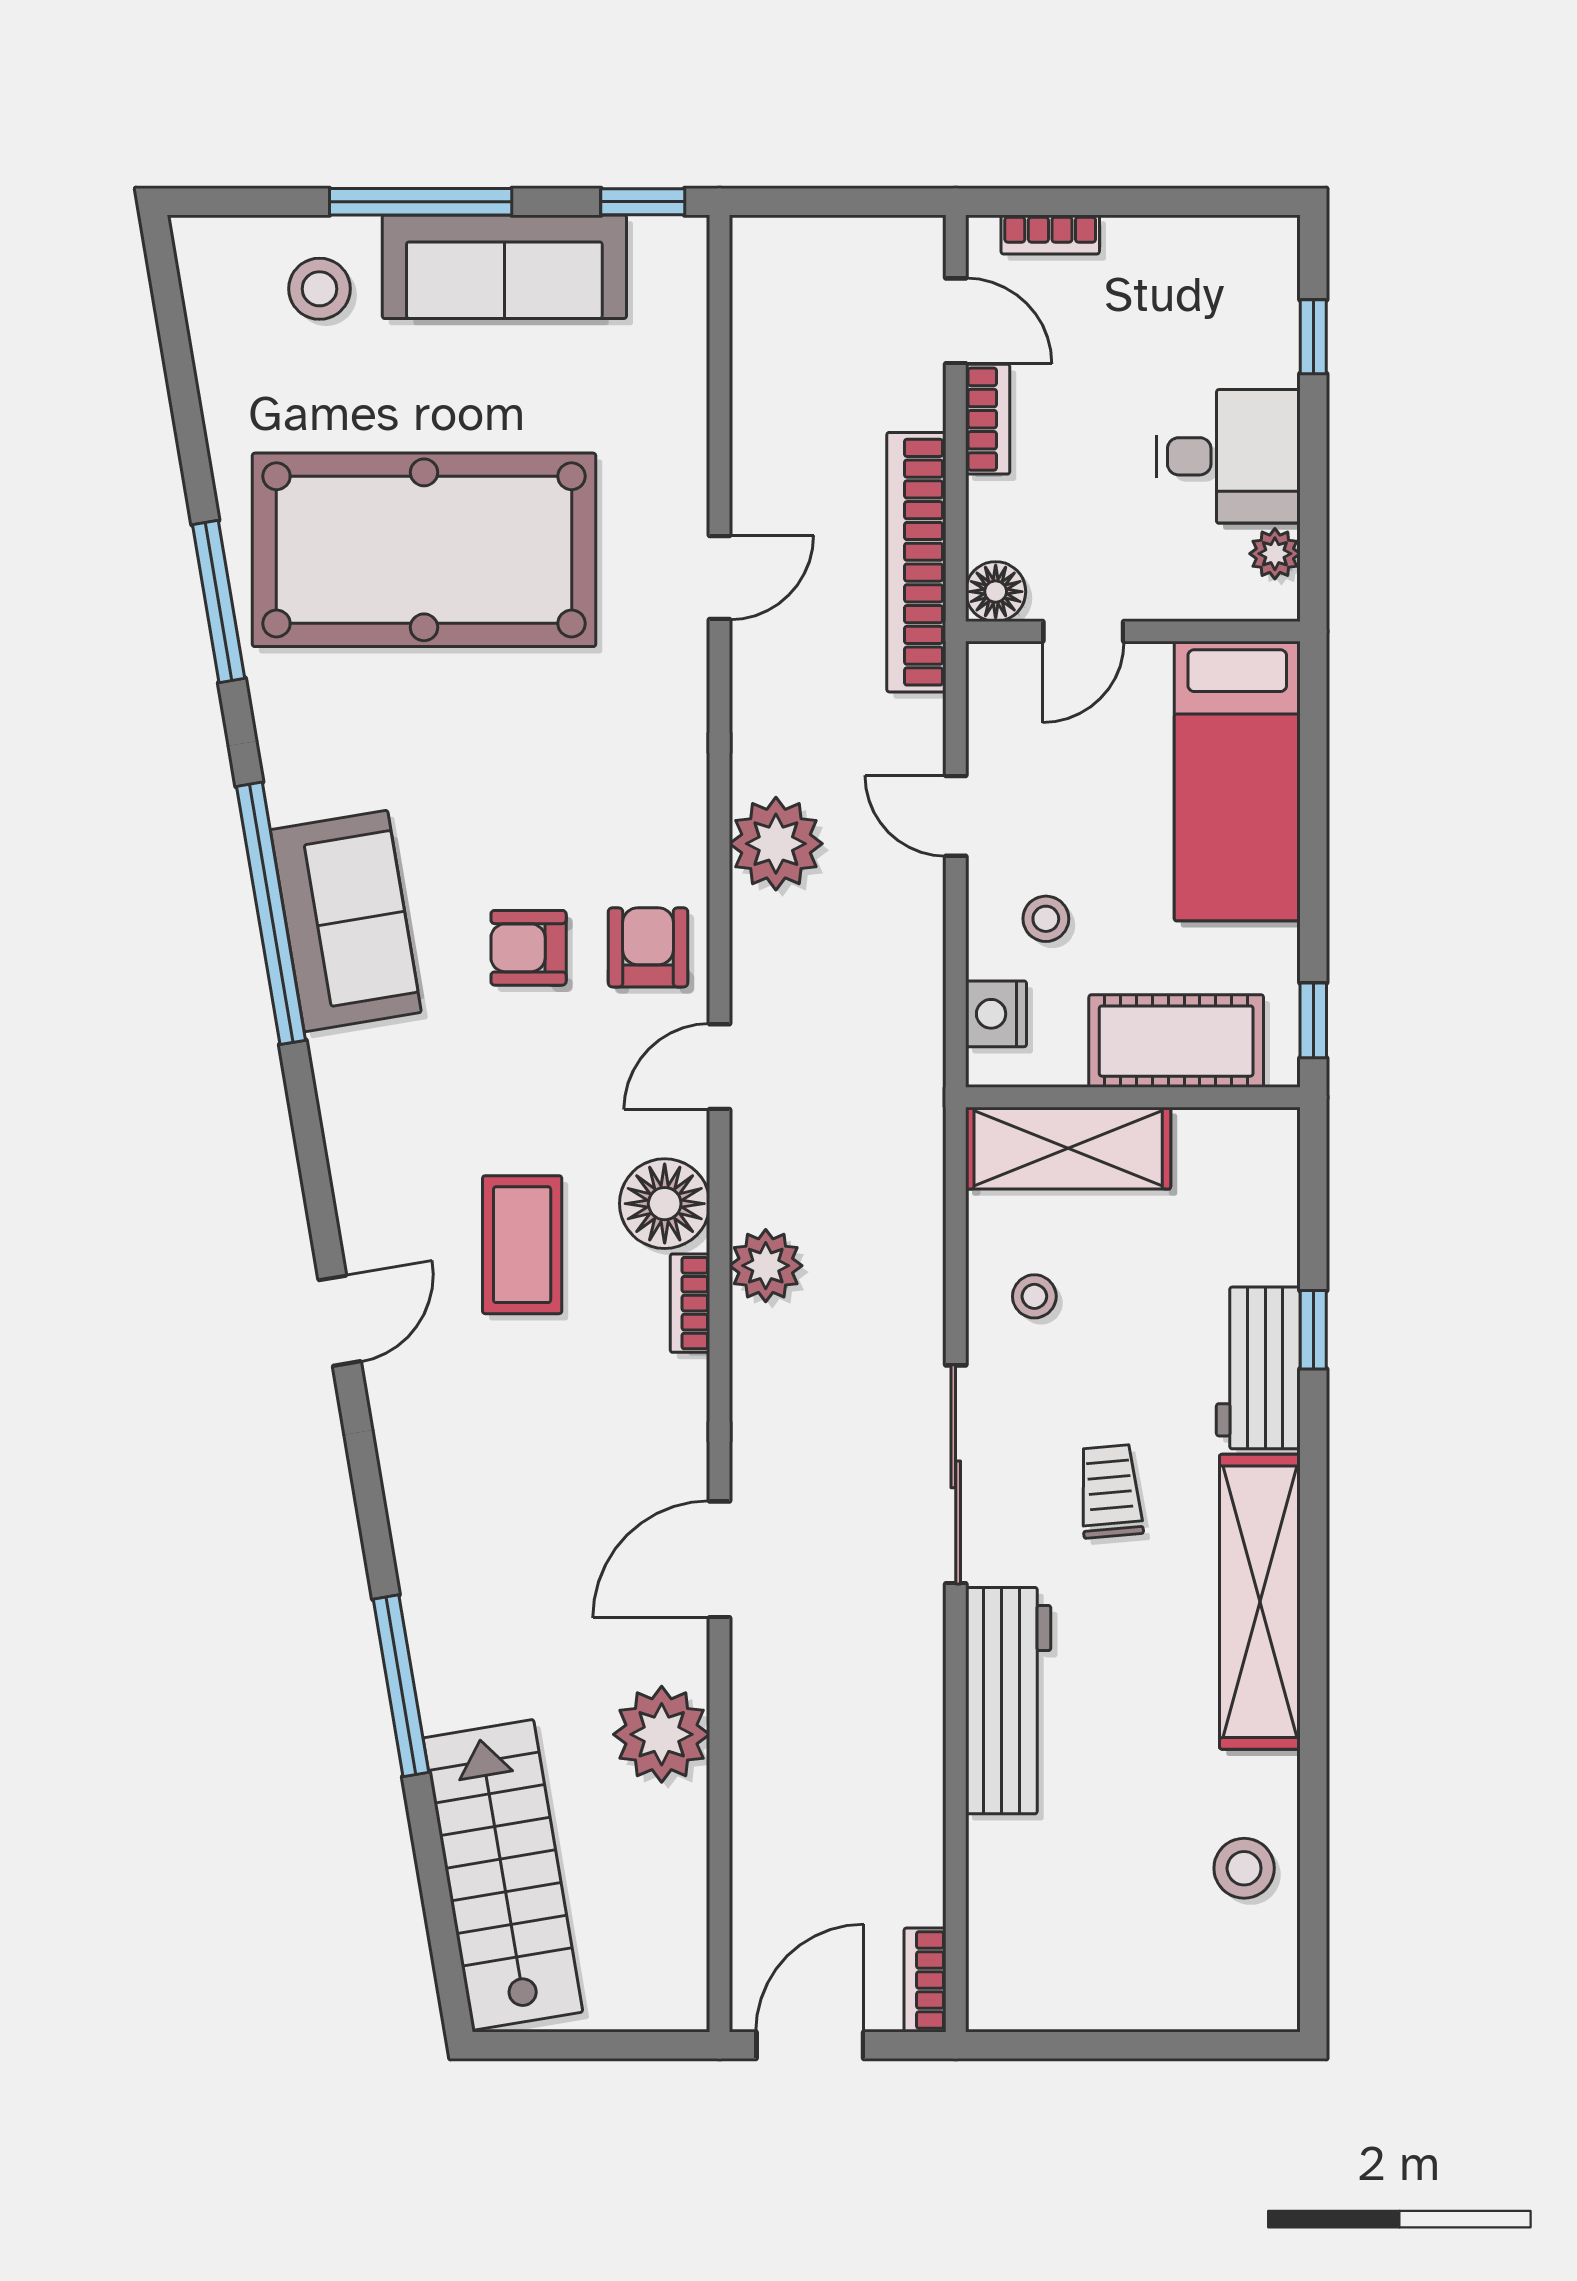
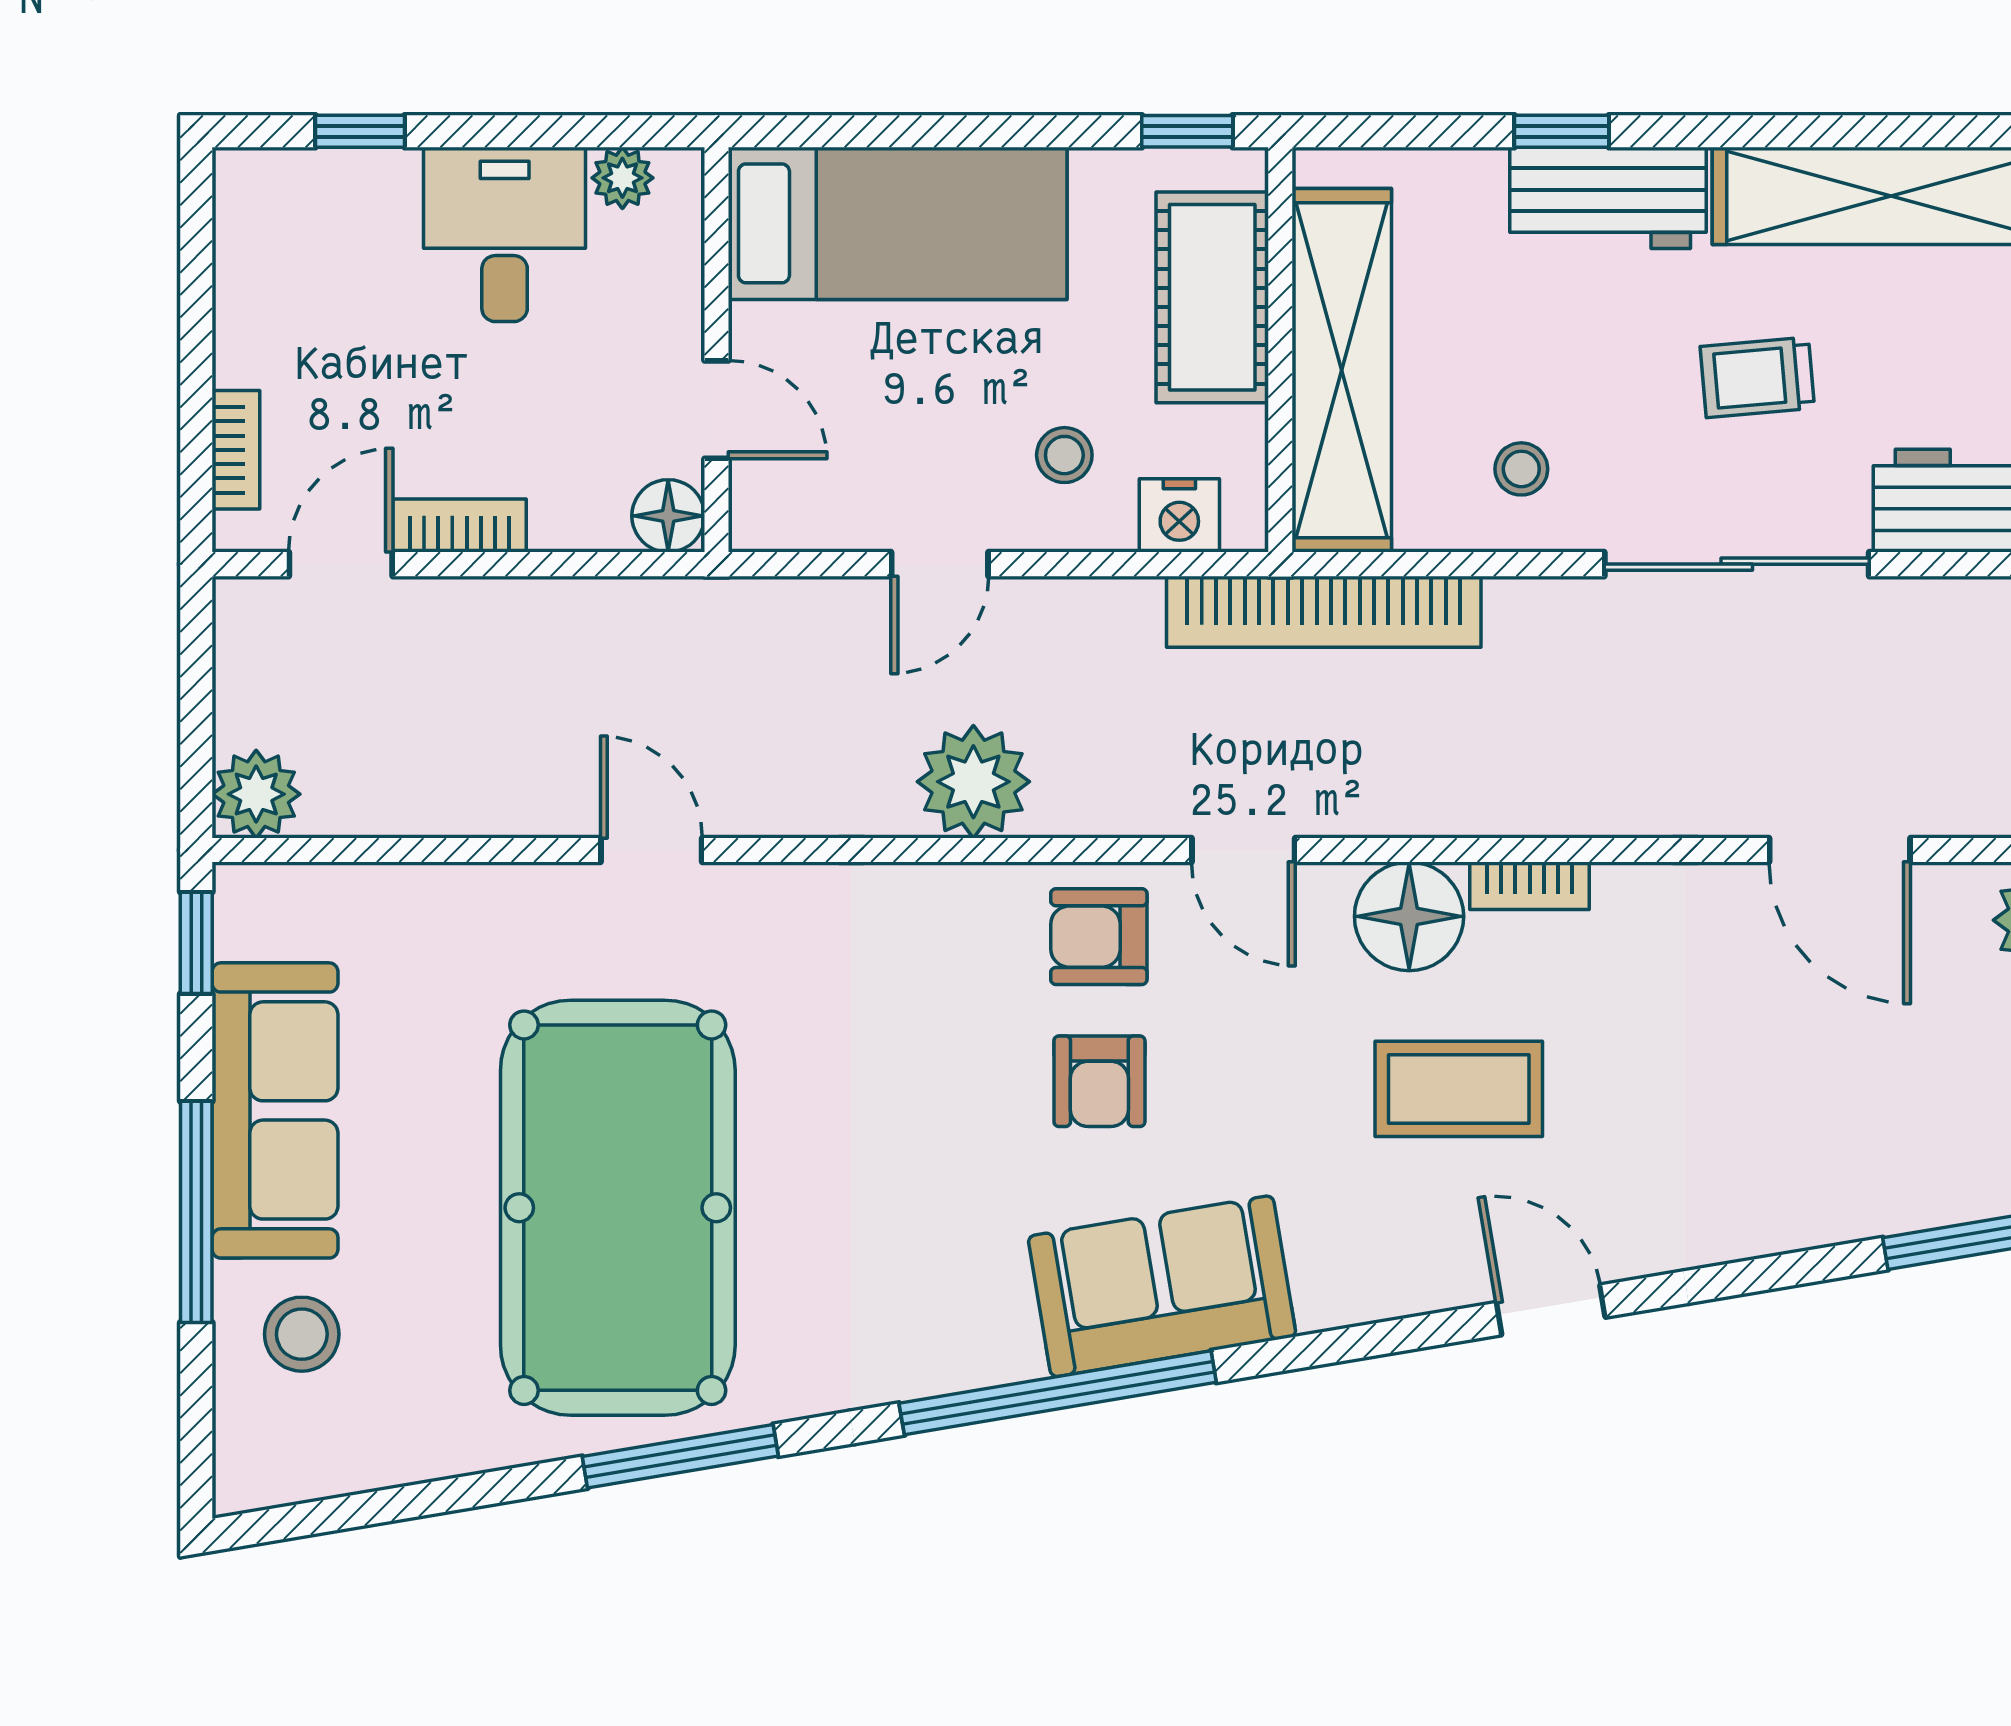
bookcase: (916, 562) -> (1324, 612), moved
sofa: (346, 921) -> (1162, 1286), moved
shelving: (1068, 1148) -> (1342, 370), width x1.47
plant: (766, 1266) -> (256, 794), moved

